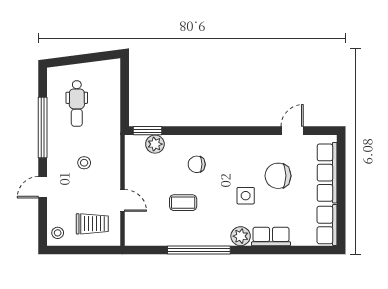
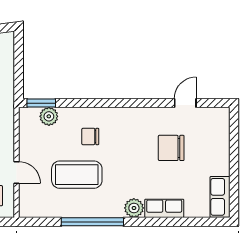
row of seats: (327, 173) -> (220, 145), removed
side table: (246, 196) -> (139, 168), removed
coffee table: (183, 203) -> (77, 175), width x1.86, depth x1.72

